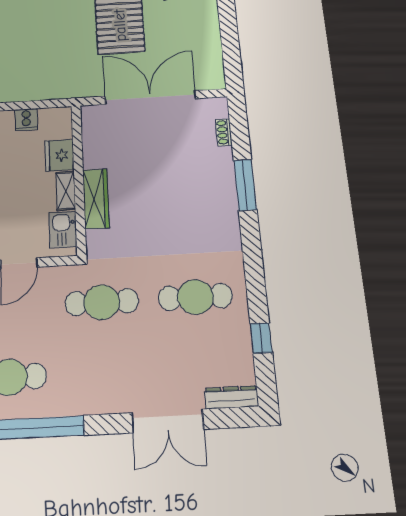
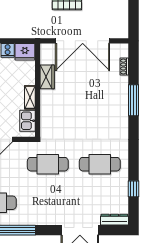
double door: (150, 97) -> (83, 41), swing flipped
fridge: (59, 155) -> (25, 52), moved, turned -90
wardrobe: (96, 199) -> (47, 77), moved, width x0.67

